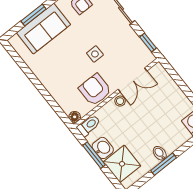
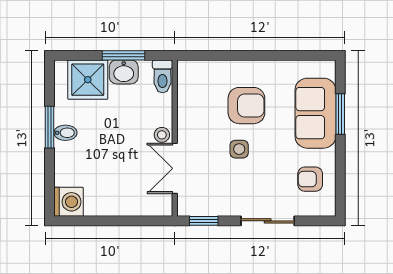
armchair: (95, 90) -> (246, 106), moved
floor lamp: (75, 117) -> (185, 68), removed

